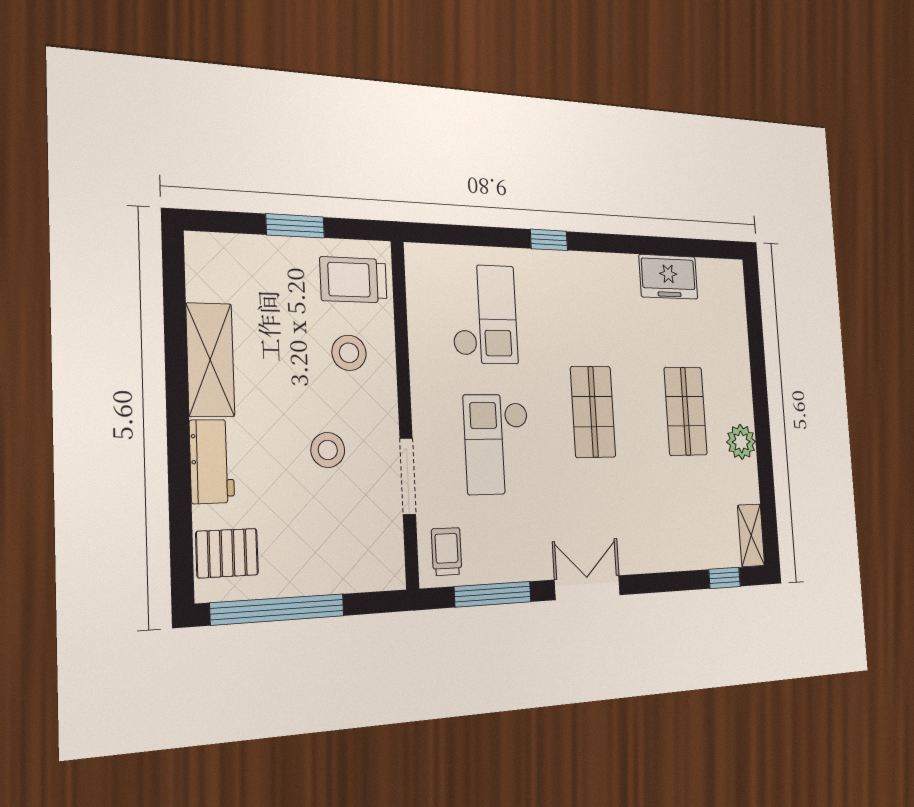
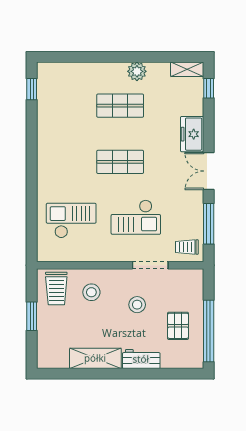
window: (549, 240) -> (32, 89), moved
freezer: (668, 277) -> (192, 134), moved, turned 180
pallet: (227, 553) -> (178, 326), moved

